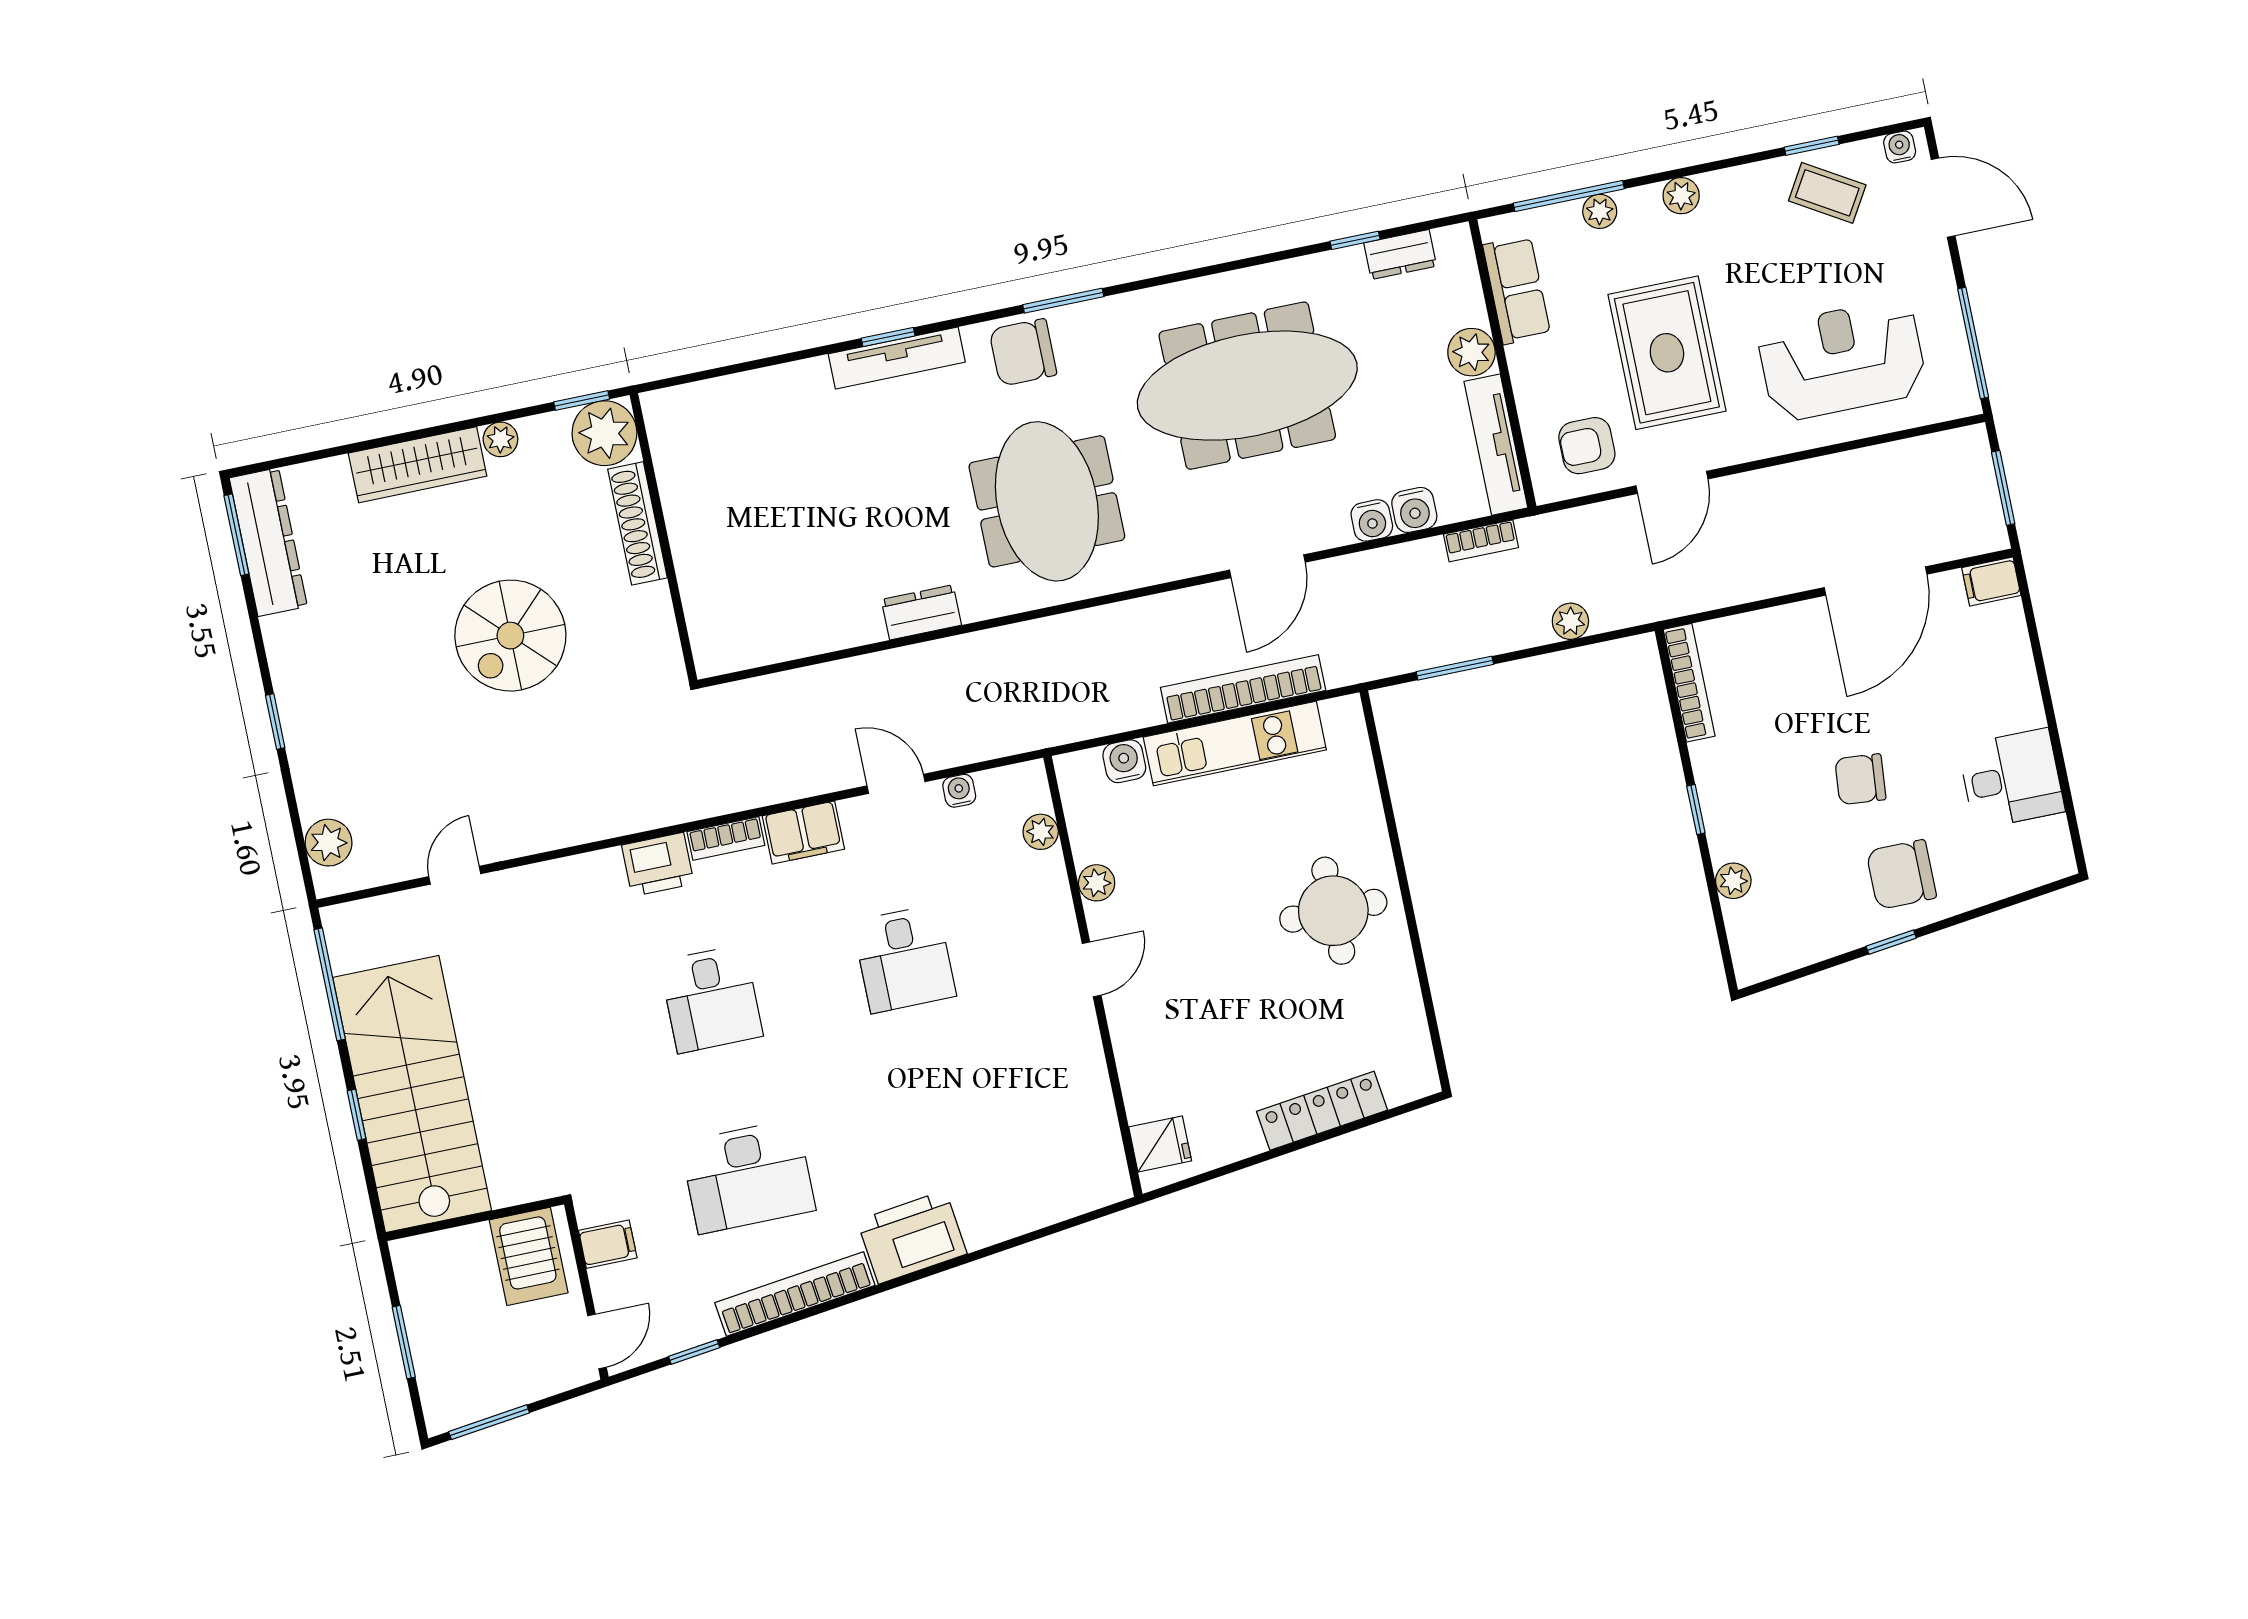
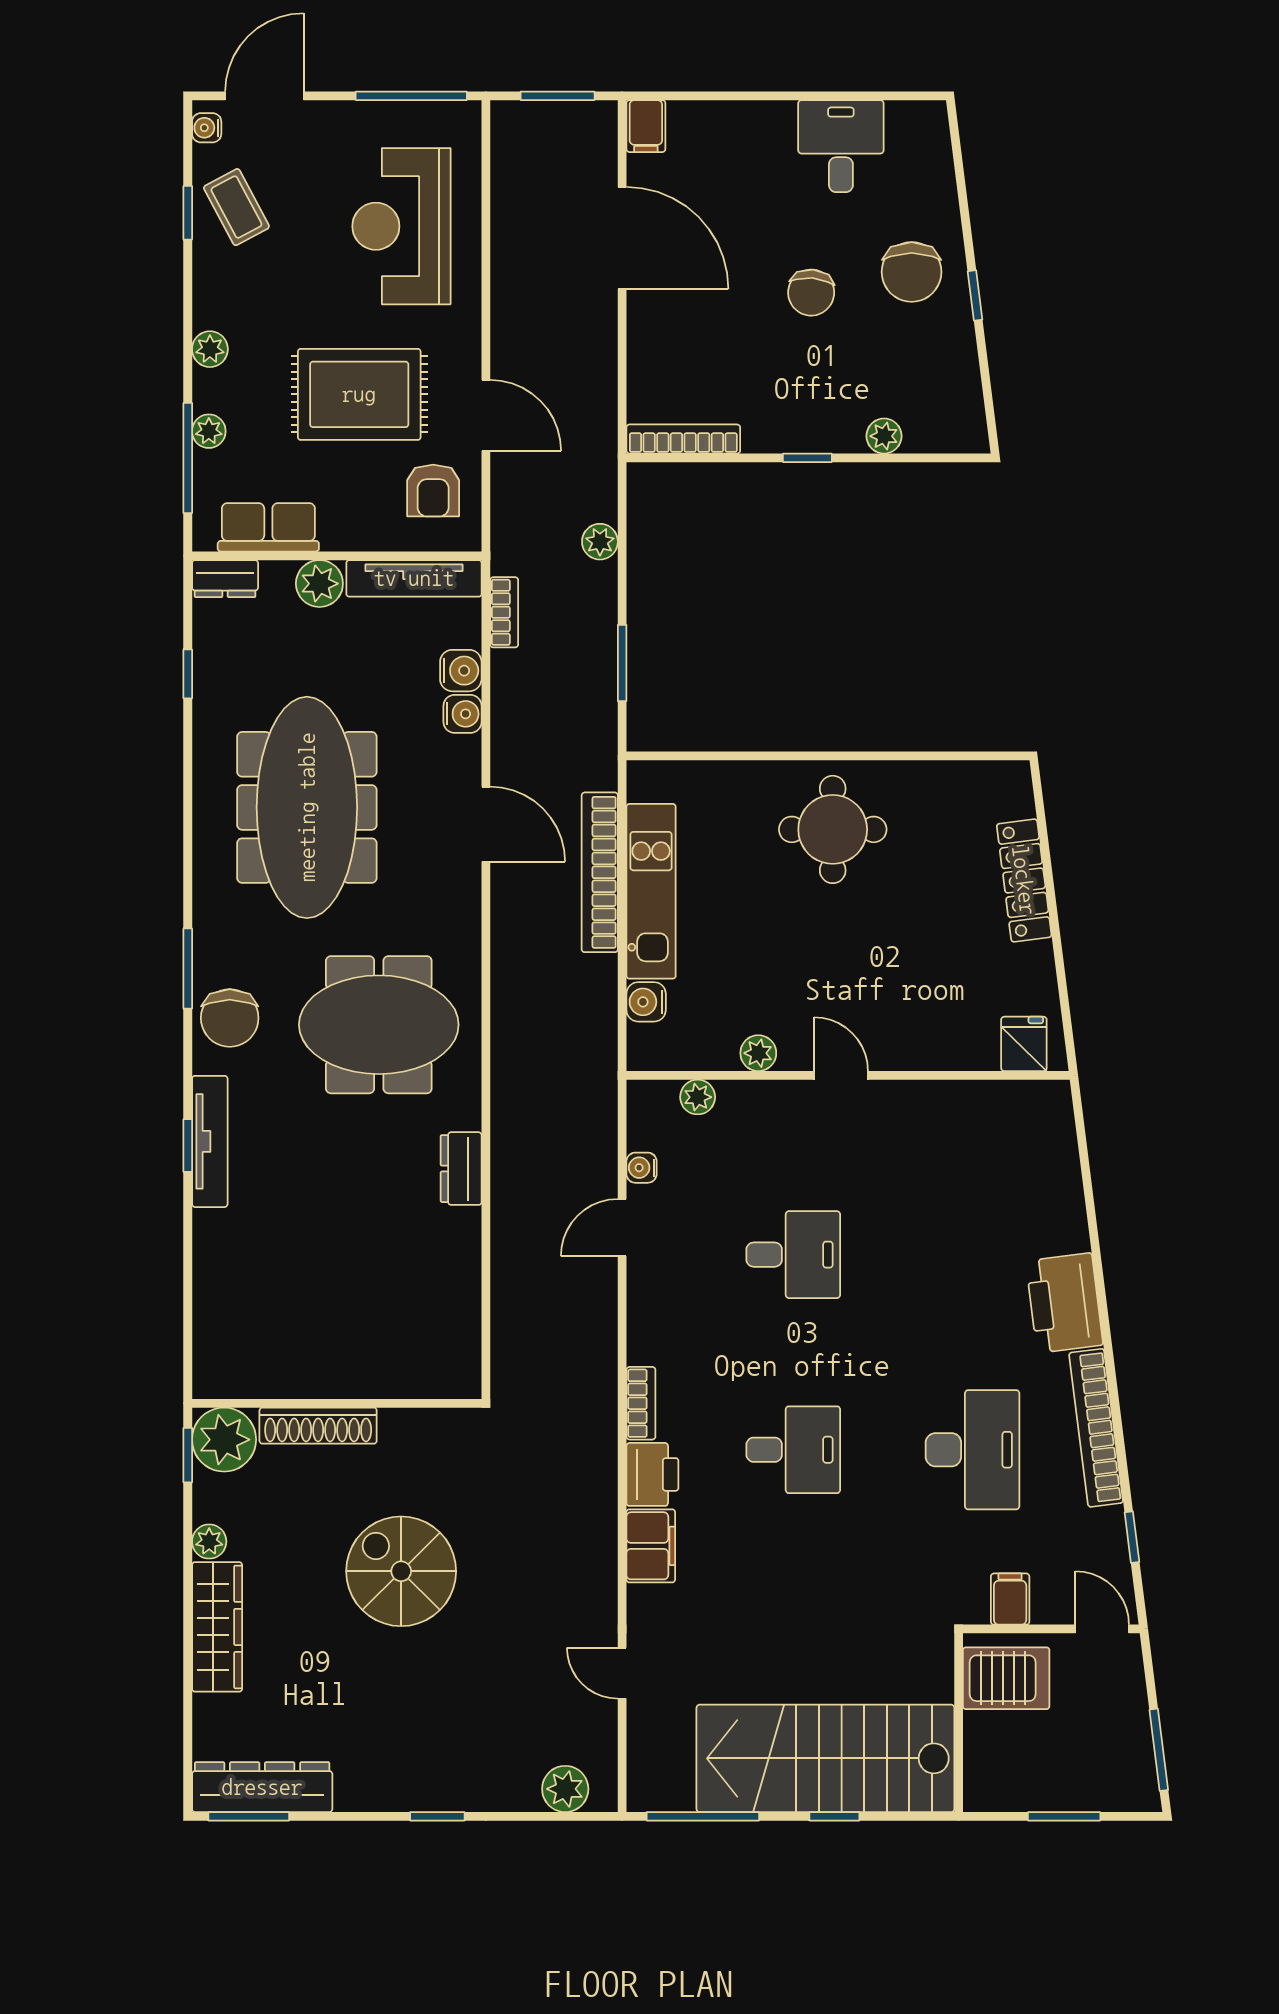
coffee table: (1827, 193) -> (236, 207), turned -59
dresser: (1400, 255) -> (225, 579), moved, turned 90
spiral stairs: (510, 636) -> (401, 1571), turned 180
filing cabinet: (803, 833) -> (651, 1546), moved

